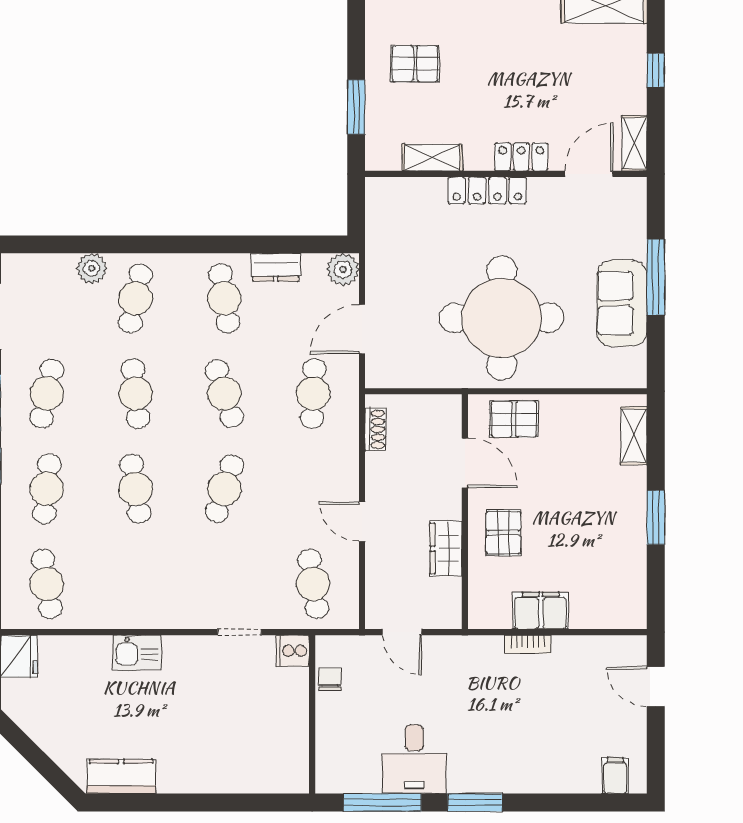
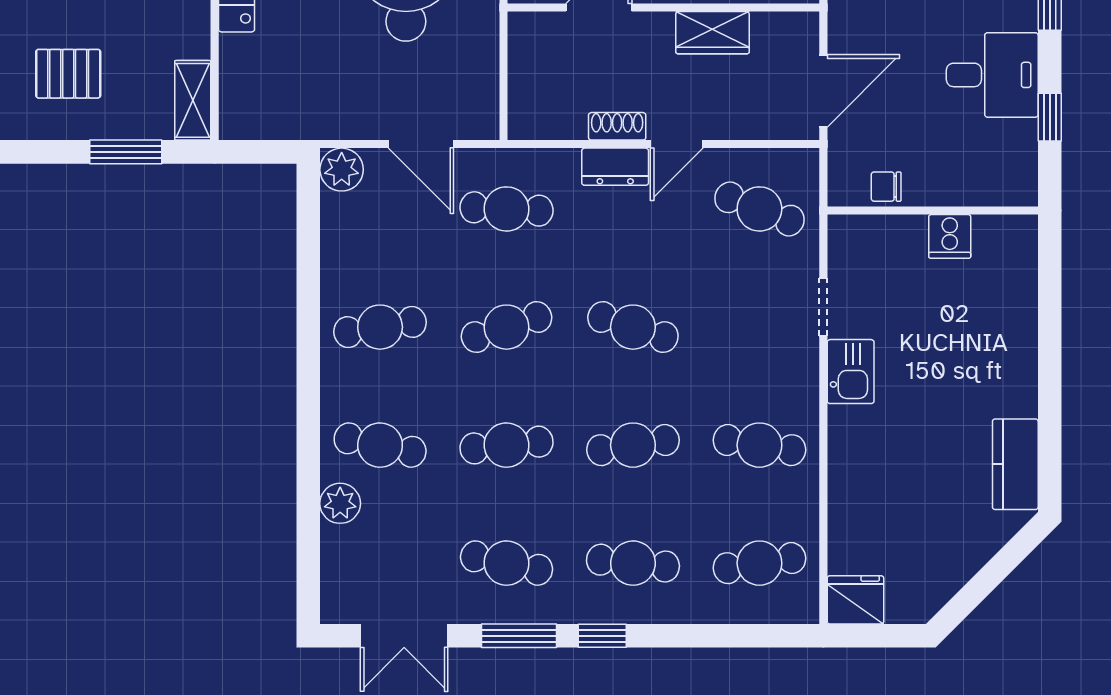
pallet: (415, 64) -> (68, 74), turned 90
shelving: (432, 157) -> (193, 100), moved
dresser: (276, 267) -> (615, 167), moved, turned 90
shoe rack: (375, 429) -> (617, 126), moved
cafe table: (136, 584) -> (759, 445), added
cafe table: (313, 584) -> (759, 209), turned 30
door: (402, 632) -> (823, 91), width x1.38
cooker: (293, 651) -> (950, 236), moved
kitchen sink: (137, 653) -> (851, 372), moved
window: (382, 802) -> (1050, 117), width x0.46

